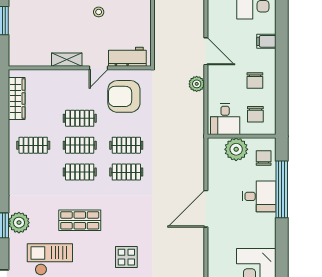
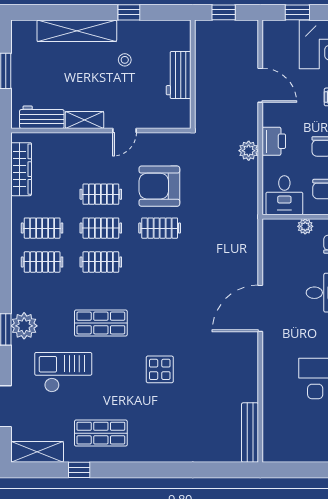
door: (206, 51) -> (260, 85), moved
workbench: (33, 57) -> (42, 117), added
workbench: (127, 57) -> (179, 75), moved, turned -90
printer: (217, 76) -> (274, 141), added
armchair: (124, 96) -> (159, 186), moved
plant: (236, 149) -> (305, 226), width x0.53, depth x0.53
clothes rail: (126, 172) -> (42, 262), moved

